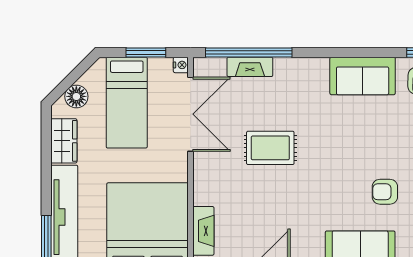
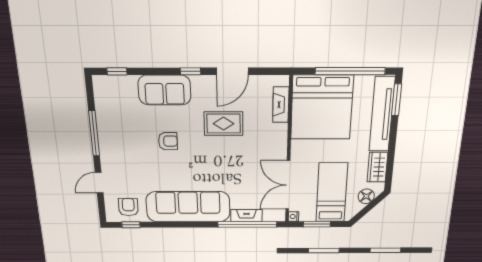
sofa: (363, 76) -> (188, 207), width x1.85, depth x1.27
rug: (270, 148) -> (224, 124), moved
armchair: (385, 192) -> (168, 141), moved

